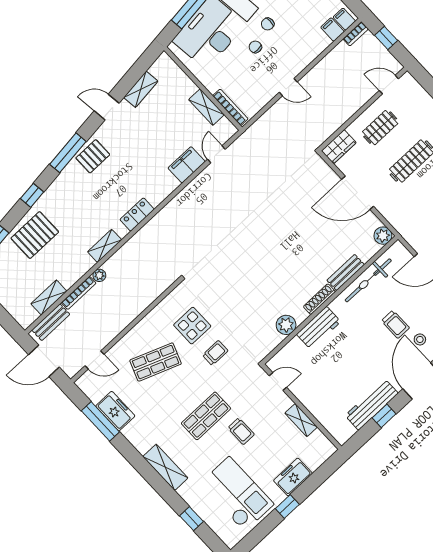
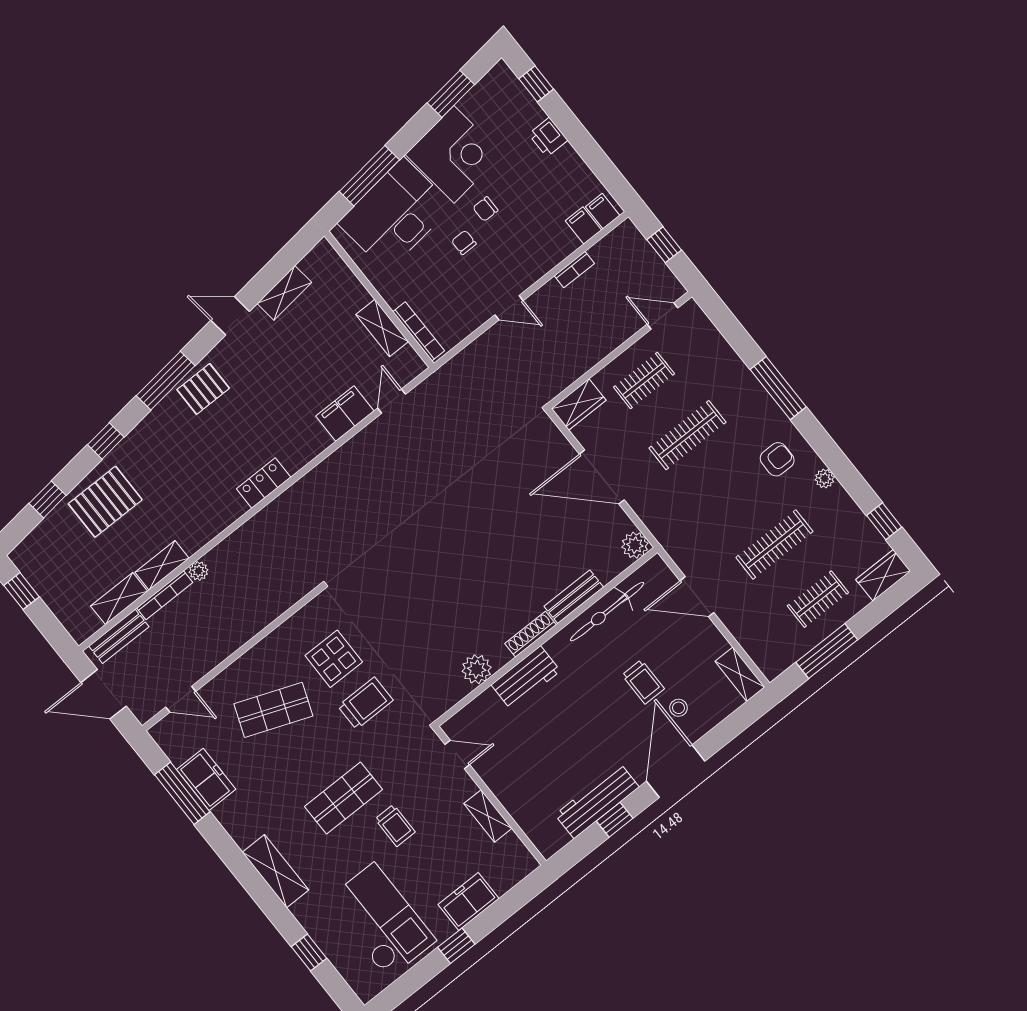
bookcase: (356, 34) -> (574, 270), moved
shelving: (105, 246) -> (162, 565), moved
trolley: (215, 353) -> (365, 703), width x1.36, depth x1.39

